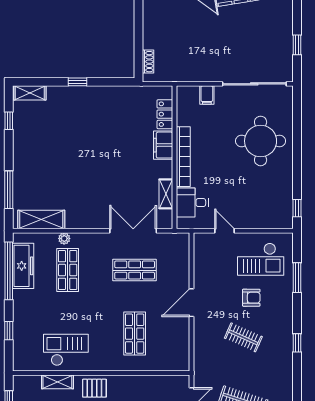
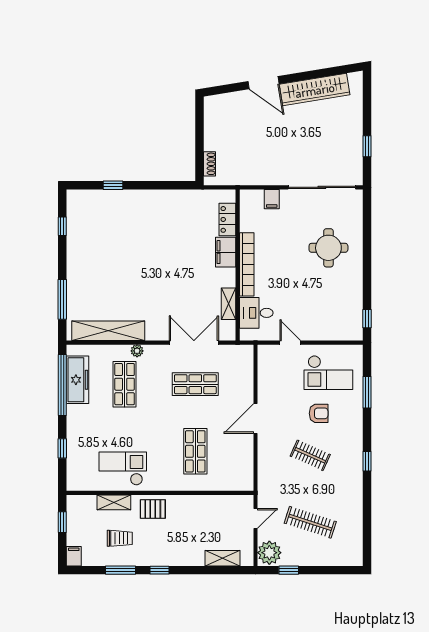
window: (77, 82) -> (113, 185), moved
shelving: (30, 93) -> (85, 197), removed
round table: (261, 141) -> (328, 248), width x0.73, depth x0.73
shelving: (41, 219) -> (108, 331), width x1.47
plant: (64, 238) -> (137, 351), moved

